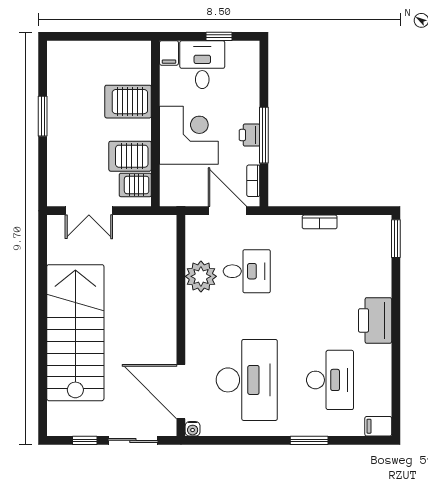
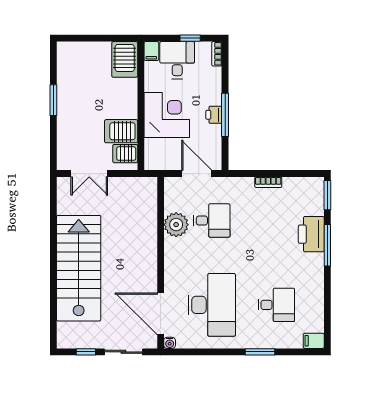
server rack: (128, 102) -> (125, 59), moved, turned -90
bookcase: (253, 181) -> (217, 54), moved
window: (396, 303) -> (327, 245), added
printer: (375, 320) -> (311, 234), moved
desk: (330, 380) -> (276, 305), width x0.73

